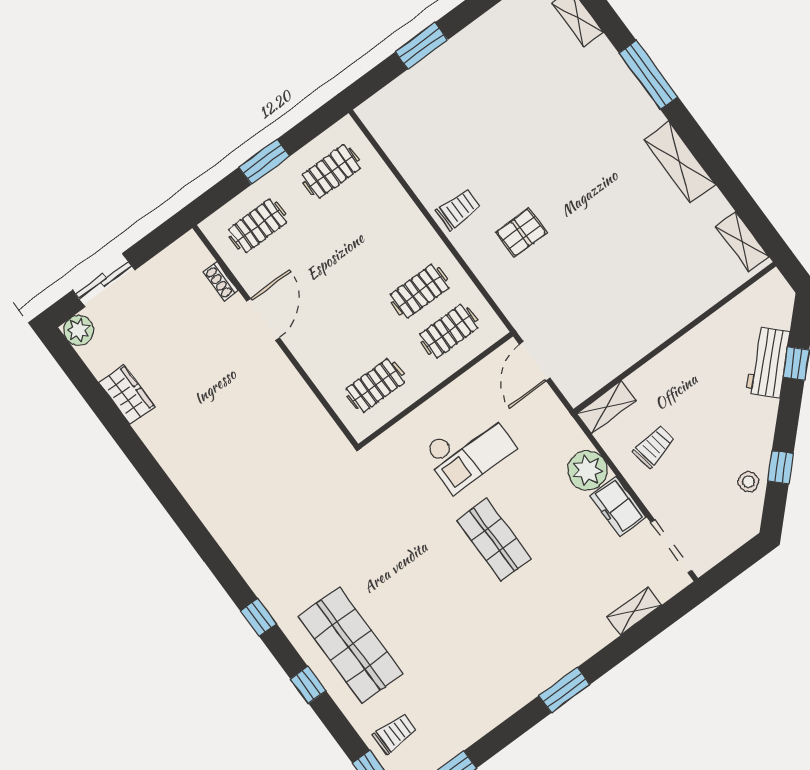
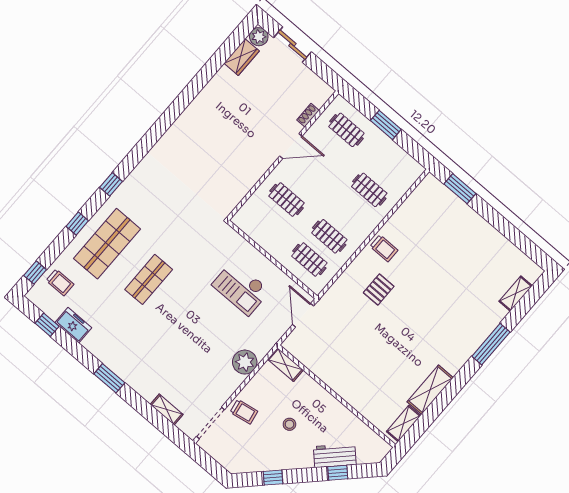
window: (421, 46) -> (460, 189), moved
shelving: (680, 162) -> (430, 390), moved
clothes rail: (331, 171) -> (369, 190), moved
pallet: (521, 233) -> (379, 289), turned 90
door: (535, 361) -> (303, 315), hinge flipped
clothes rail: (375, 385) -> (287, 199), moved
wardrobe: (127, 395) -> (242, 57), moved
trolley: (654, 446) -> (244, 412), moved
stool: (748, 482) -> (289, 424), moved
freezer: (618, 507) -> (73, 325), moved, turned 90
shop shelf: (494, 540) -> (149, 279), moved

